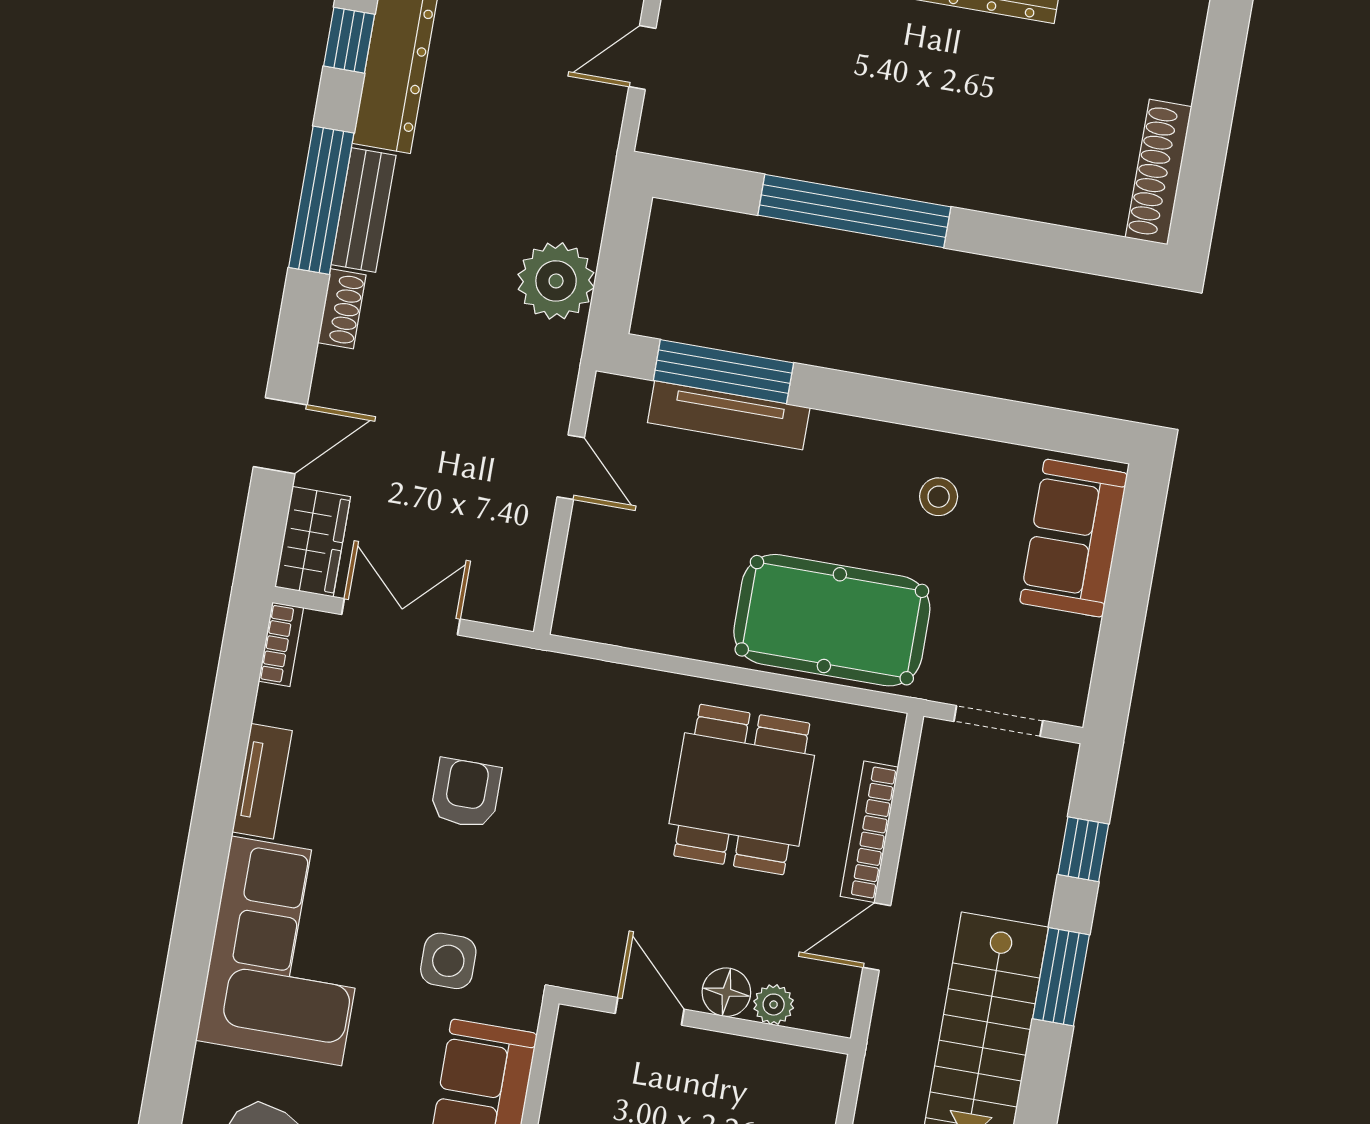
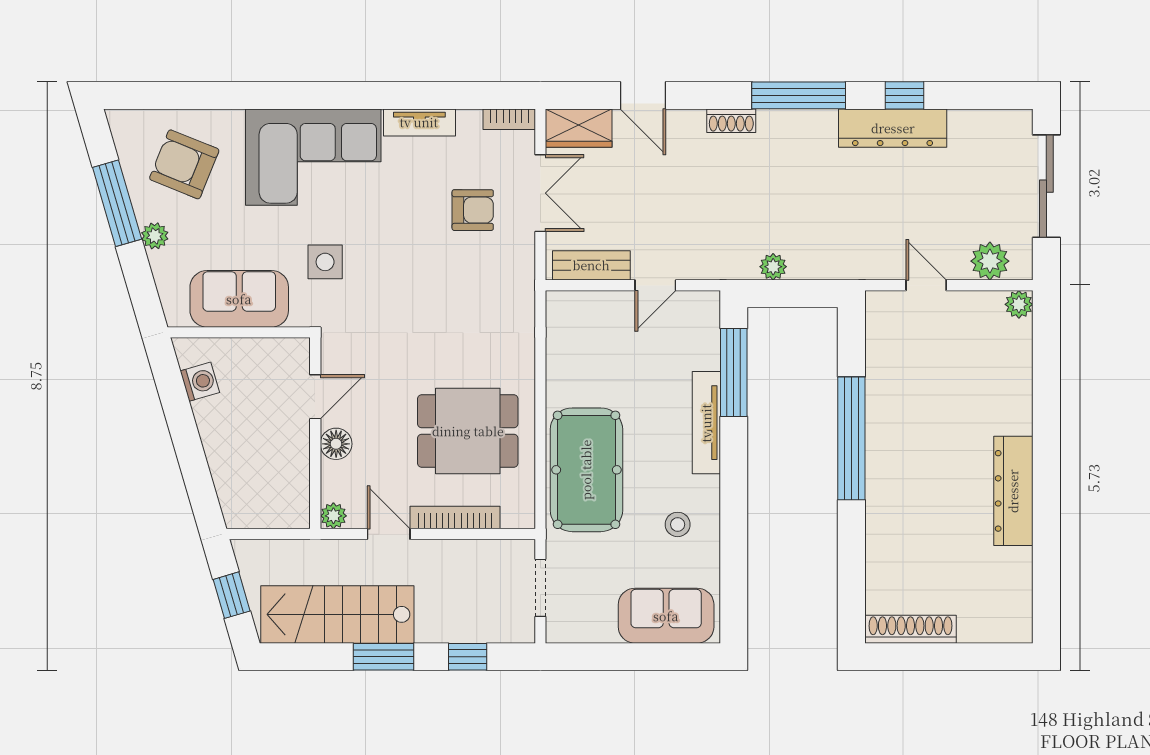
bench: (364, 210) -> (591, 265), moved
plant: (556, 281) -> (773, 267), width x0.53, depth x0.53
tv unit: (729, 415) -> (706, 423), moved
armchair: (466, 793) -> (473, 210), moved
plant: (774, 1005) -> (333, 516), moved

